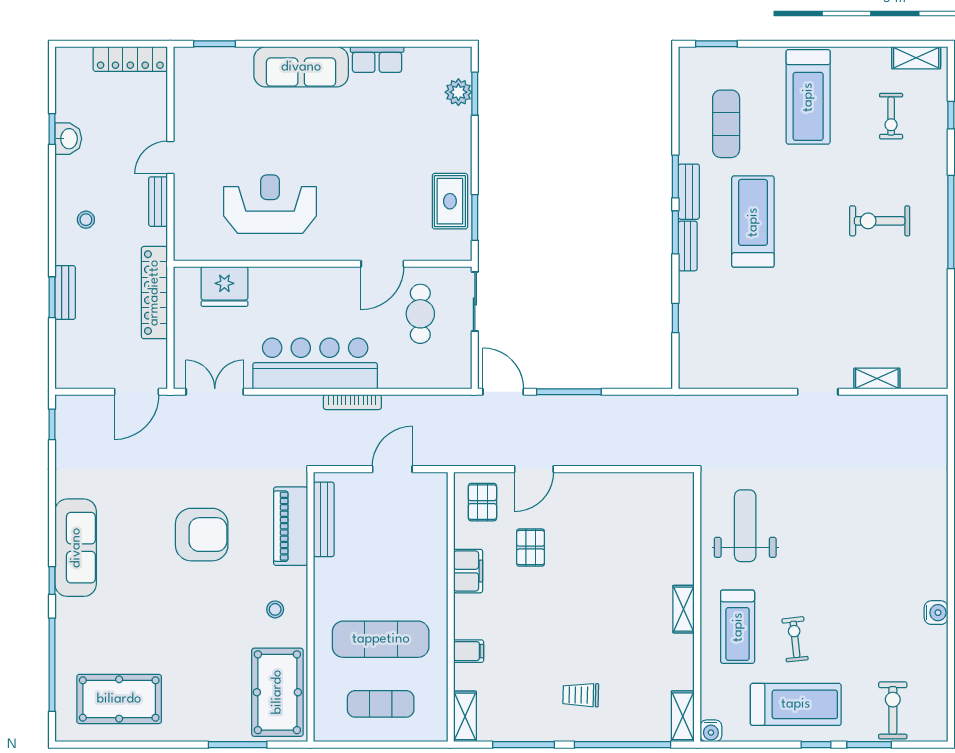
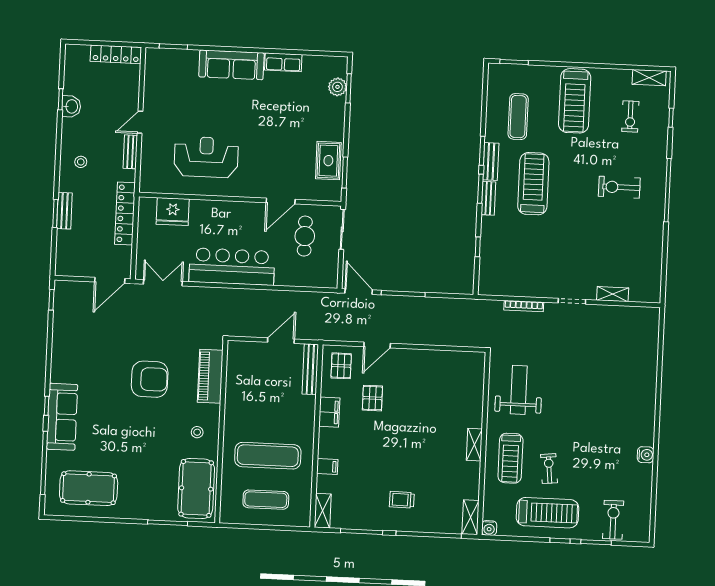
bookcase: (352, 402) -> (524, 306), moved
bench: (324, 519) -> (310, 369), moved
sofa: (76, 548) -> (62, 417), moved

